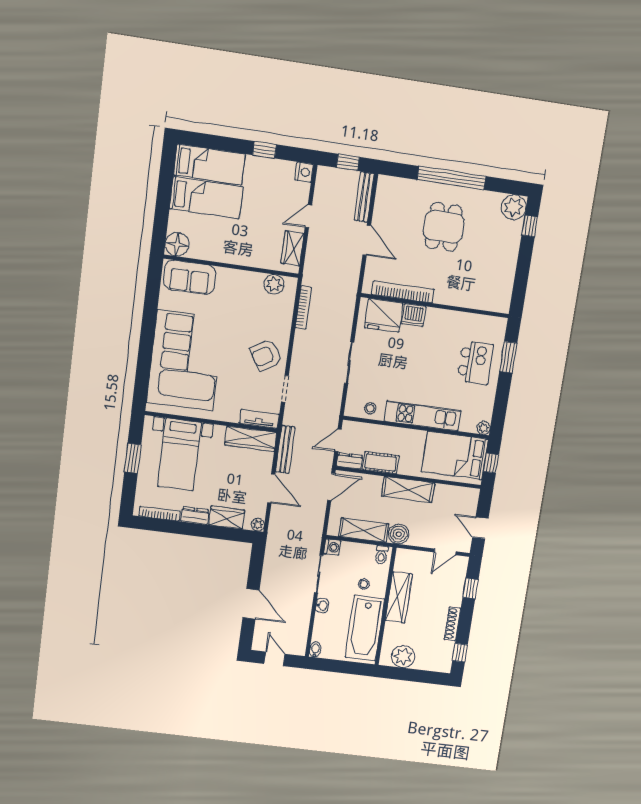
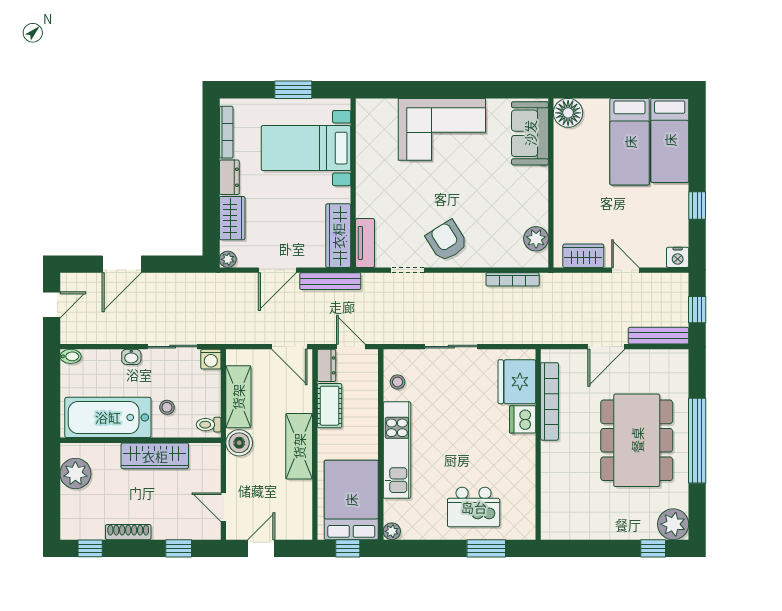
dining table: (444, 227) -> (637, 440), width x1.88, depth x1.24
corner sofa: (185, 361) -> (442, 129), width x0.73, depth x0.74

